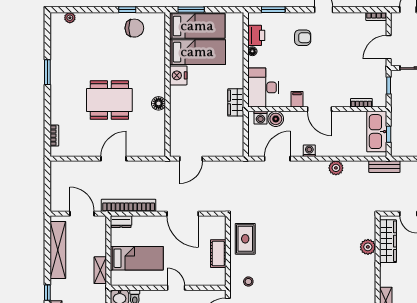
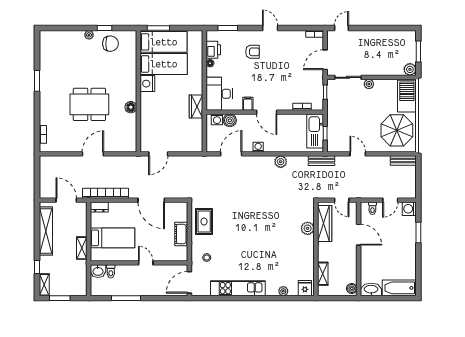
plant: (70, 18) -> (89, 35), moved

